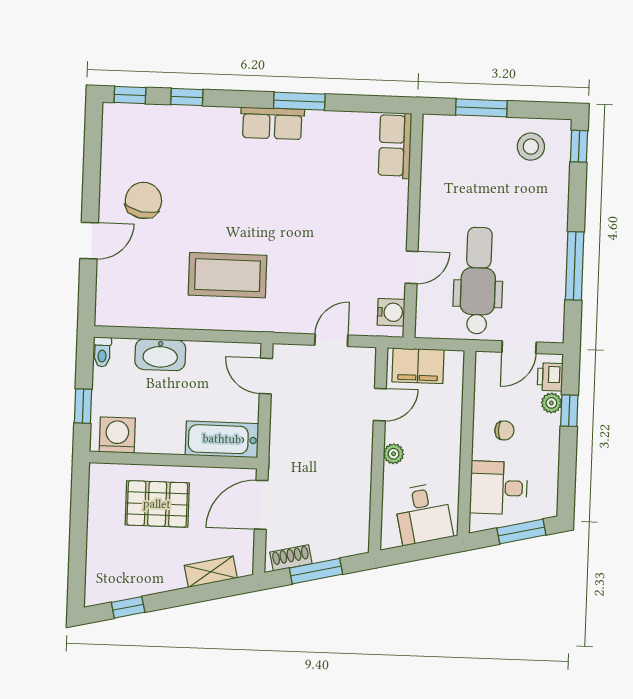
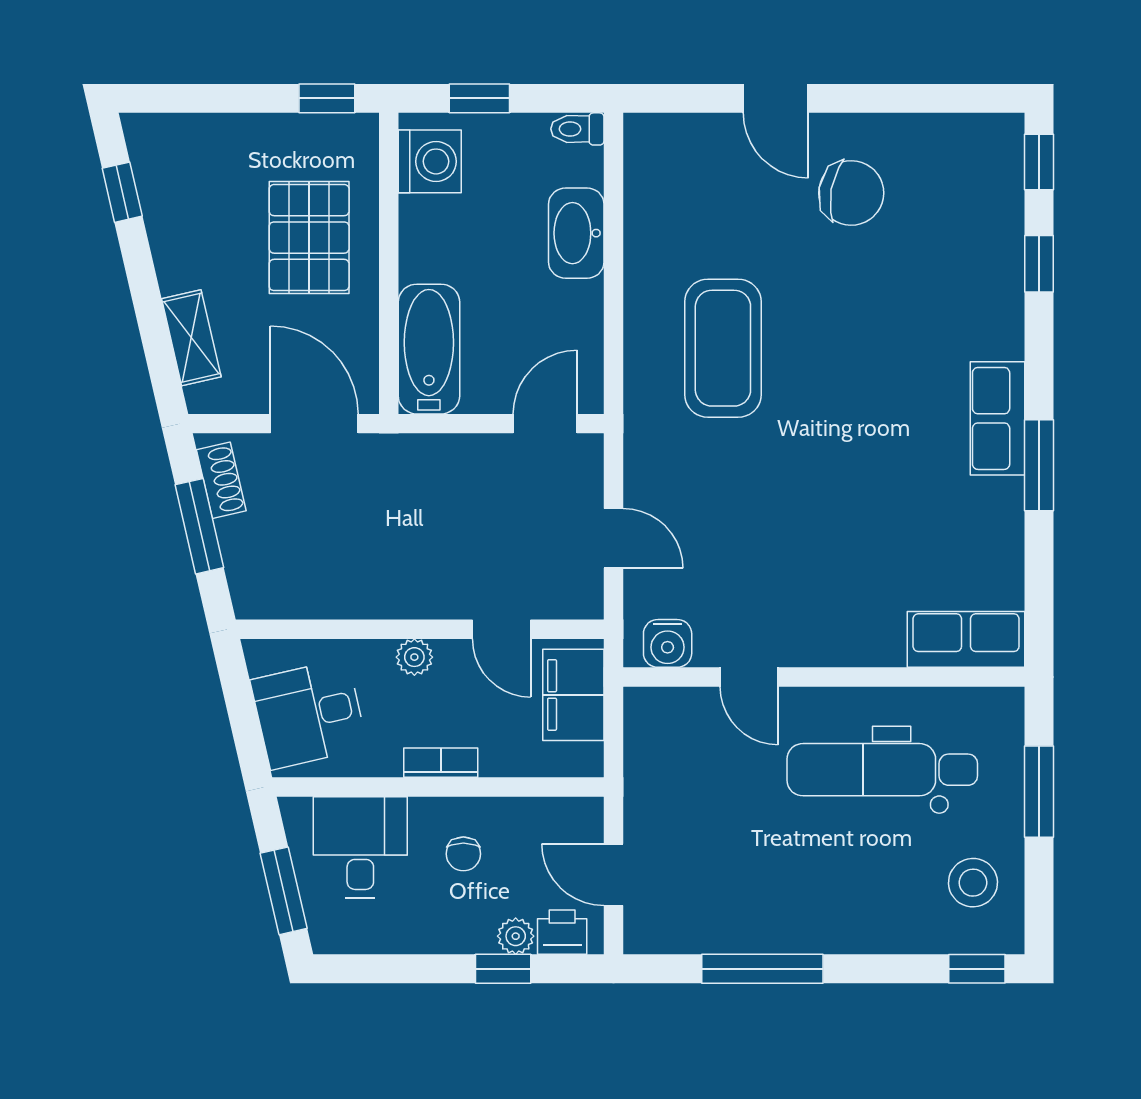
dental chair: (478, 281) -> (882, 770), moved, turned 180
bookcase: (453, 441) -> (441, 763), added
window: (80, 491) -> (327, 98), added

